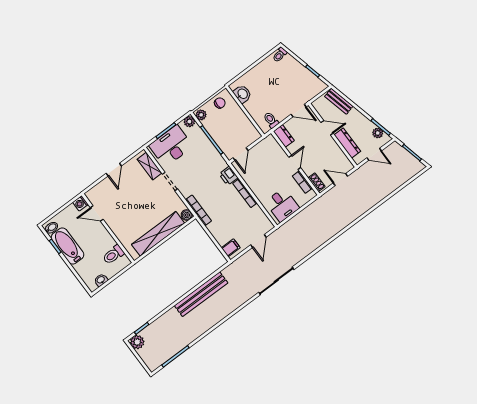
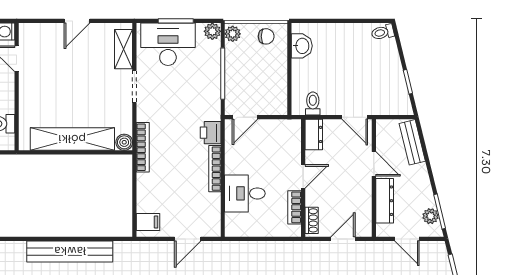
door: (340, 180) -> (343, 239), hinge flipped
desk: (282, 205) -> (245, 193), moved, turned 90

